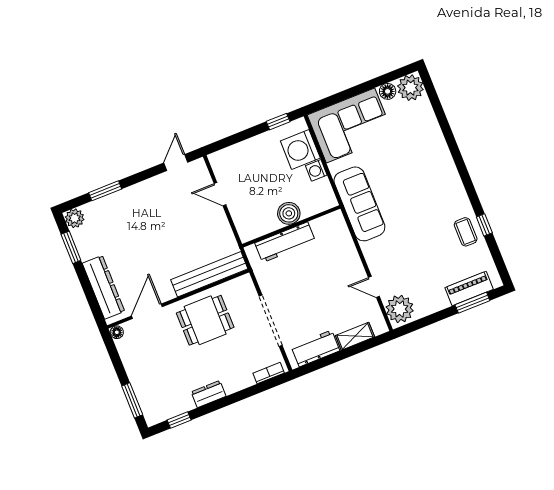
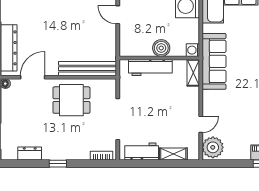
washing machine: (316, 170) -> (193, 50), moved
shelving: (340, 228) -> (193, 73), added
door: (374, 287) -> (201, 124), swing flipped
dresser: (209, 394) -> (30, 154), moved
window: (179, 420) -> (58, 164), moved

